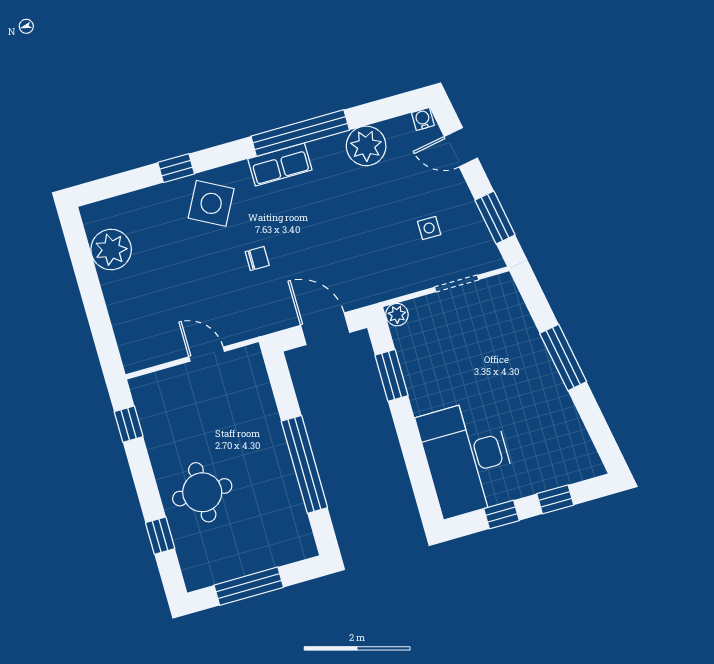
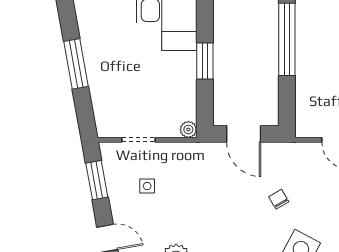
chair: (257, 258) -> (279, 199), turned 60
window: (392, 375) -> (205, 61), moved

